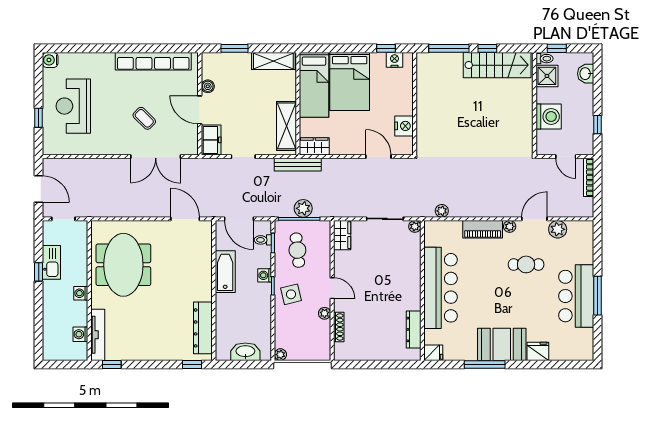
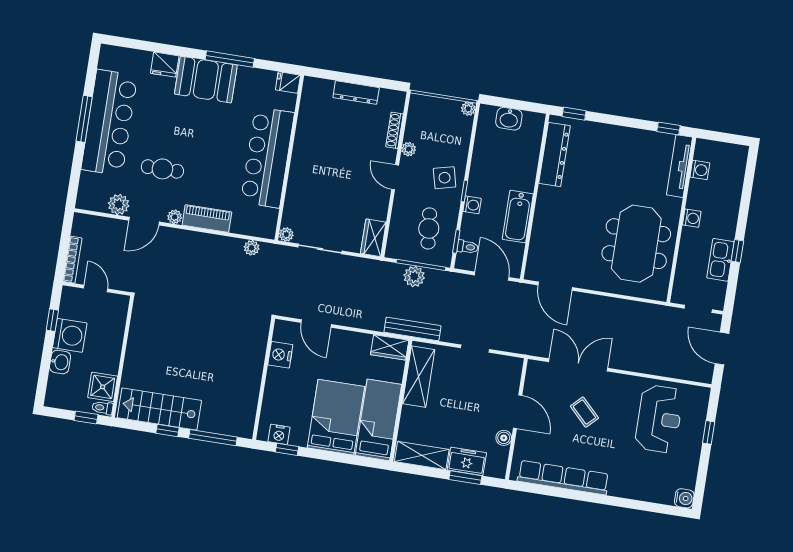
washbasin: (586, 74) -> (60, 362), moved
reception desk: (73, 106) -> (659, 419), moved
washing machine: (549, 117) -> (70, 335), moved, turned 180
freezer: (211, 140) -> (467, 461), moved, turned 90
bar counter: (576, 296) -> (109, 122), width x1.36
dresser: (414, 329) -> (356, 93), moved, turned 90
washbasin: (245, 352) -> (509, 119), width x0.72

